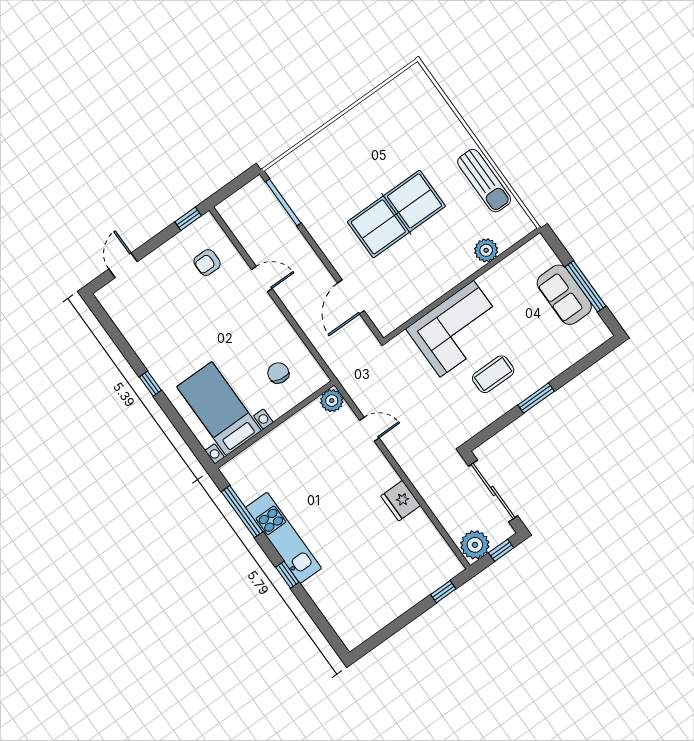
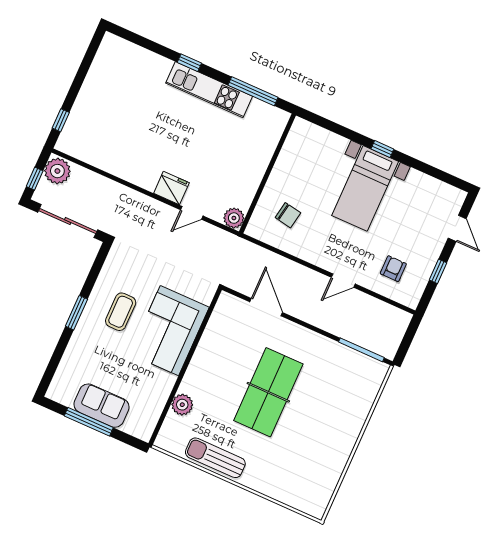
window: (188, 219) -> (438, 271), moved
bed with nightstands: (219, 409) -> (365, 188), moved, turned 90
fridge: (401, 501) -> (171, 188), moved

